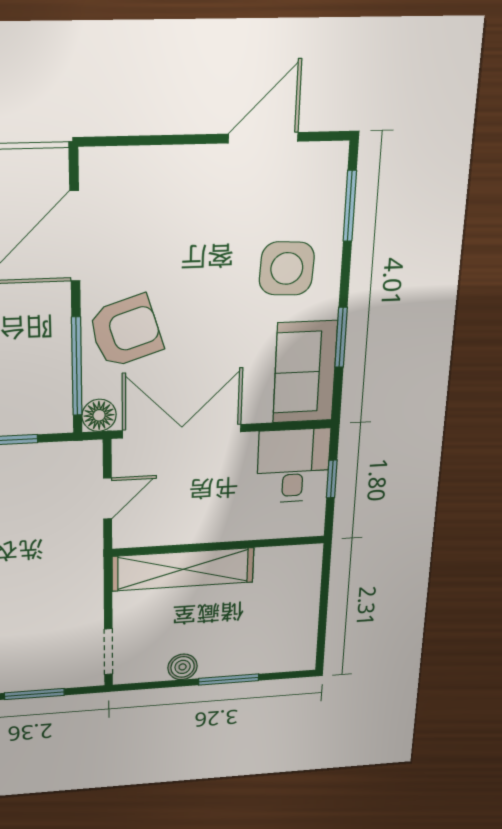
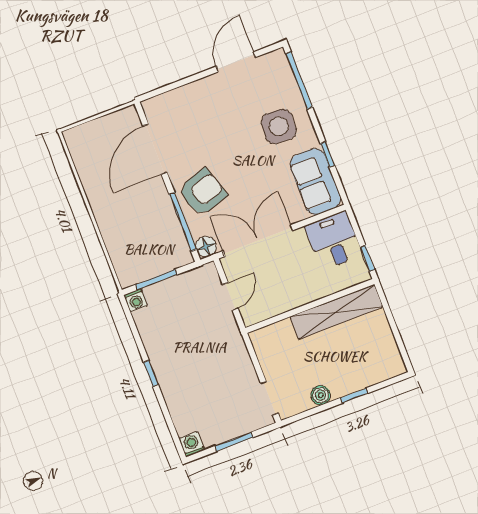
window: (350, 206) -> (299, 80), width x1.44
window: (341, 337) -> (327, 154), width x0.67
window: (332, 479) -> (367, 258), moved
shelving: (183, 569) -> (336, 312), moved
window: (229, 680) -> (354, 396), width x0.67

